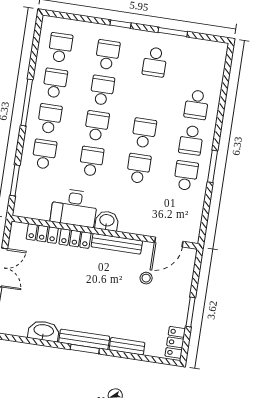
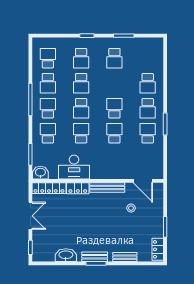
school desk: (108, 55) -> (81, 58), turned 180
school desk: (55, 83) -> (48, 83), turned 180
school desk: (102, 90) -> (81, 83), turned 180
school desk: (97, 126) -> (81, 108), turned 180
washbasin: (107, 221) -> (40, 173), moved
locker: (42, 234) -> (49, 188), width x1.53
door: (169, 242) -> (143, 181), hinge flipped
bench: (84, 339) -> (95, 257), width x0.73

